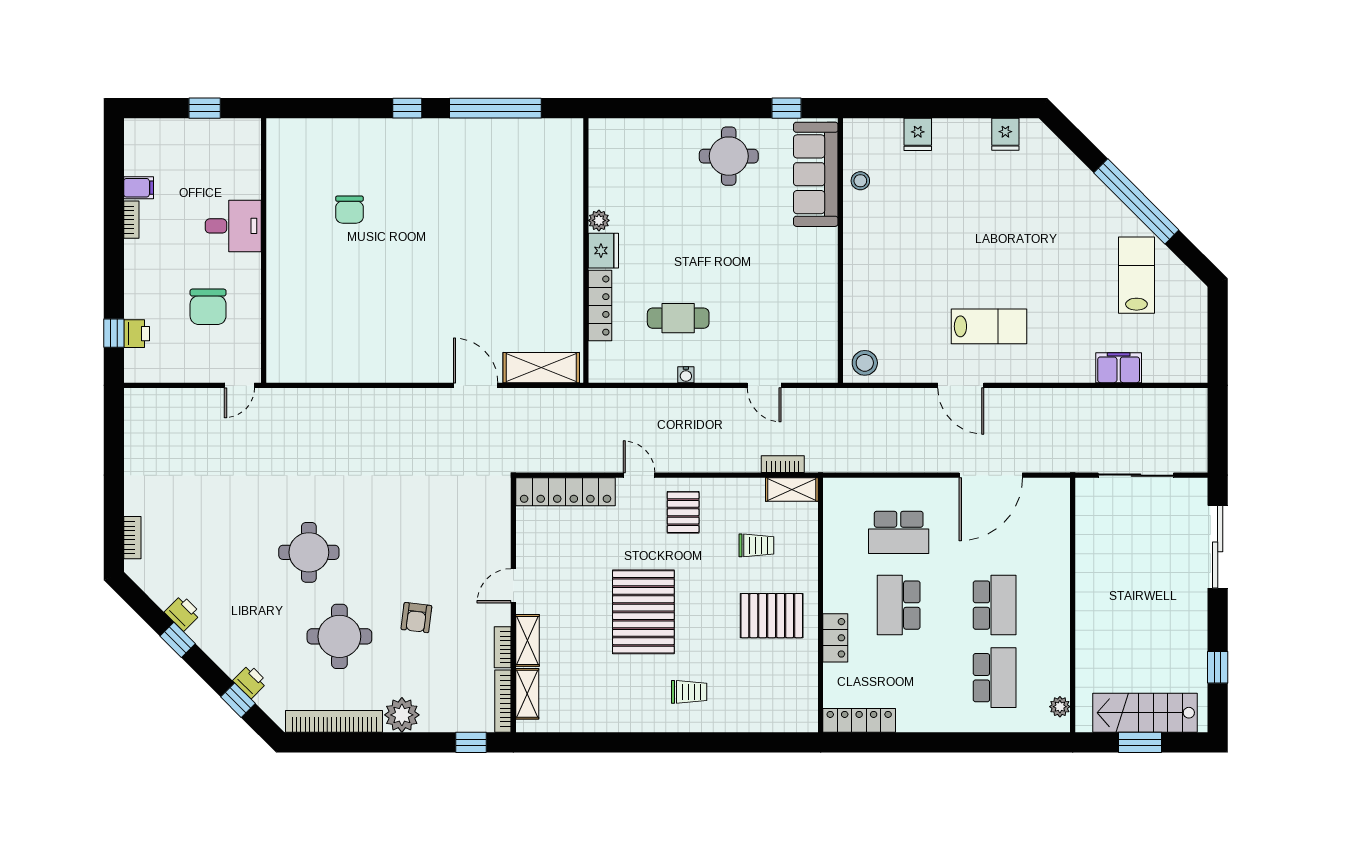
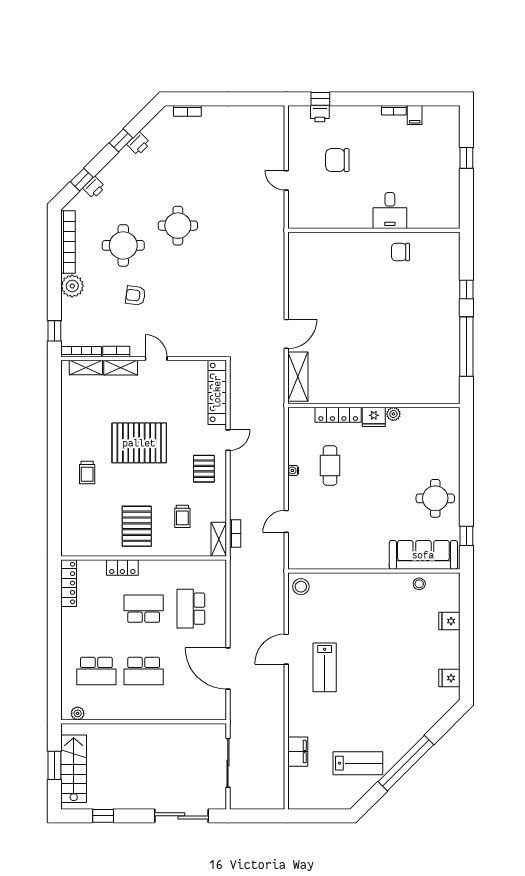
desk: (233, 226) -> (390, 211), moved
wall: (264, 250) -> (374, 230), moved
pallet: (683, 512) -> (204, 469), turned 90

